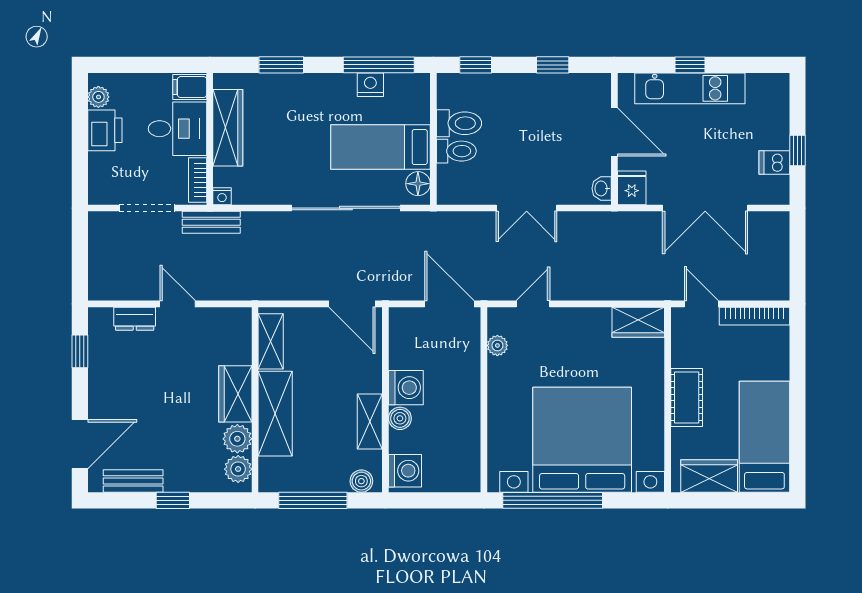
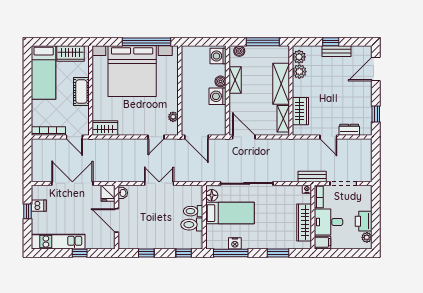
kitchen unit: (690, 88) -> (58, 242), moved
wardrobe: (235, 394) -> (300, 111), moved
bench: (133, 481) -> (337, 51), moved

